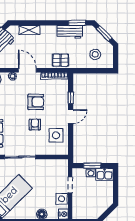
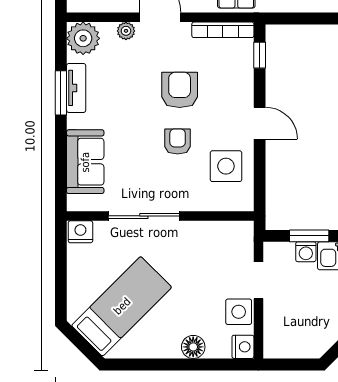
window: (71, 98) -> (260, 55), moved
armchair: (36, 102) -> (180, 90), turned -90
door: (71, 116) -> (260, 123), hinge flipped

